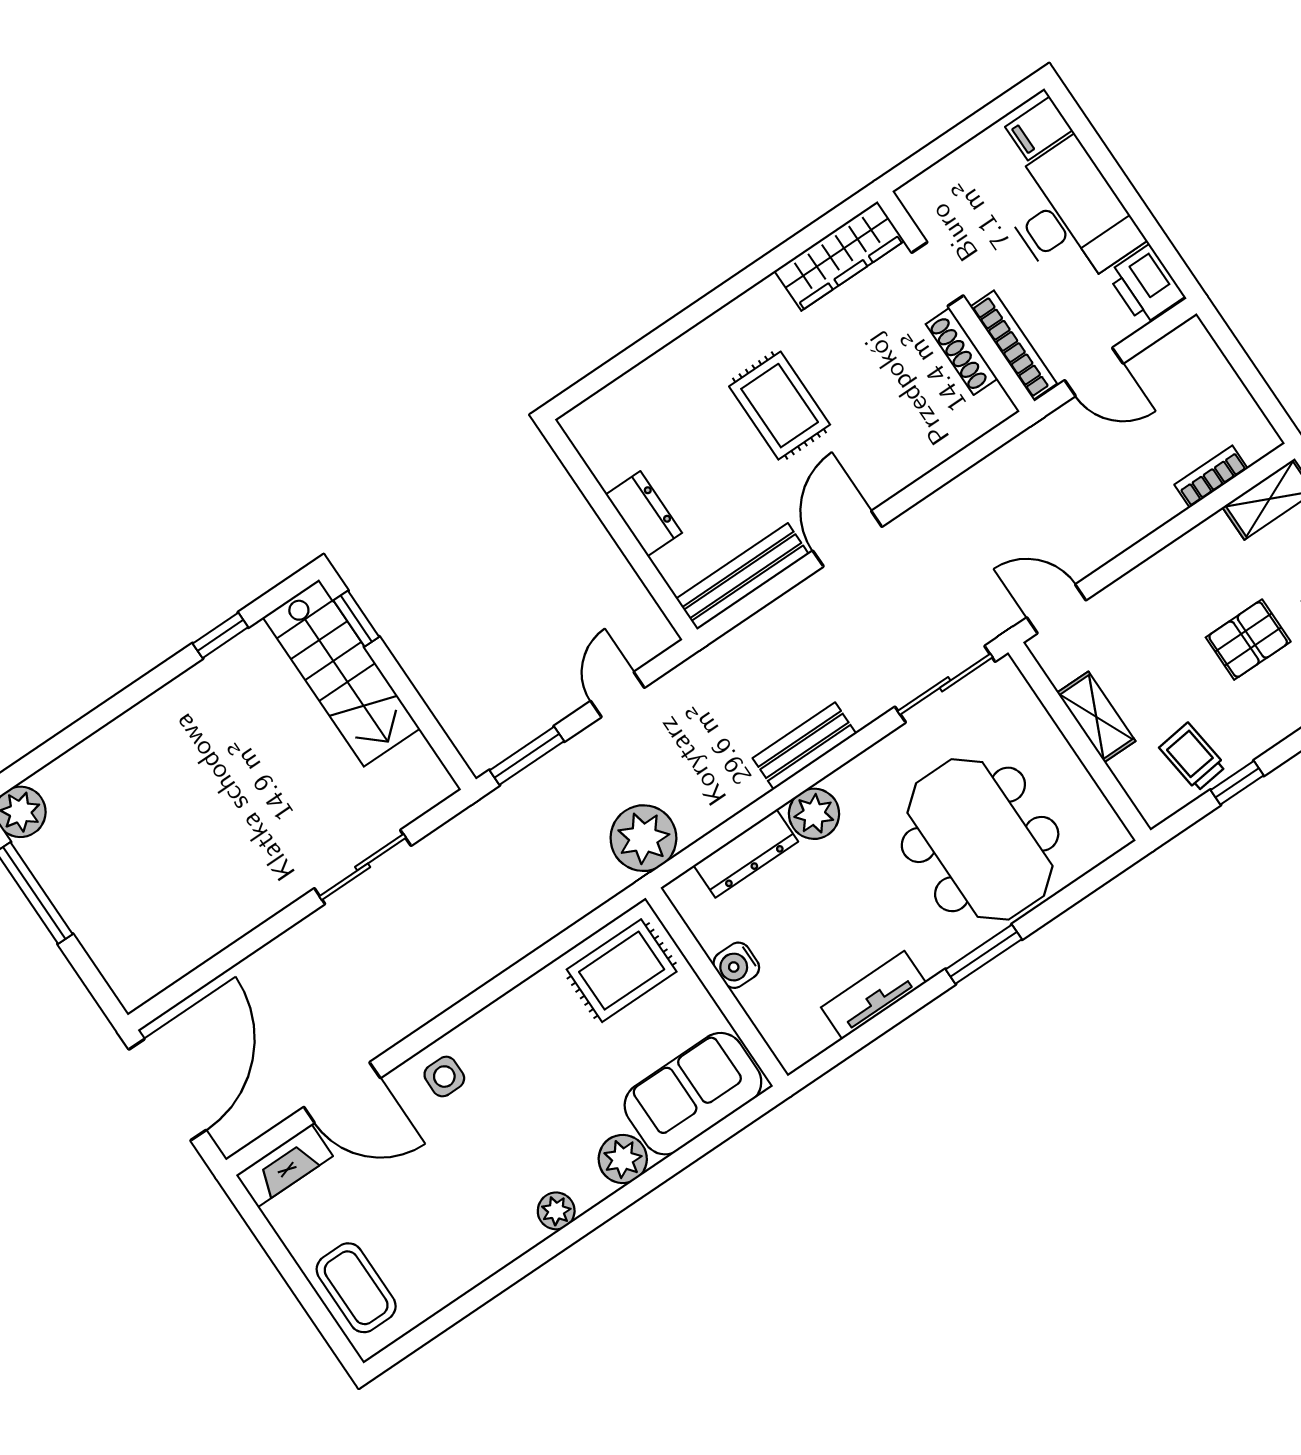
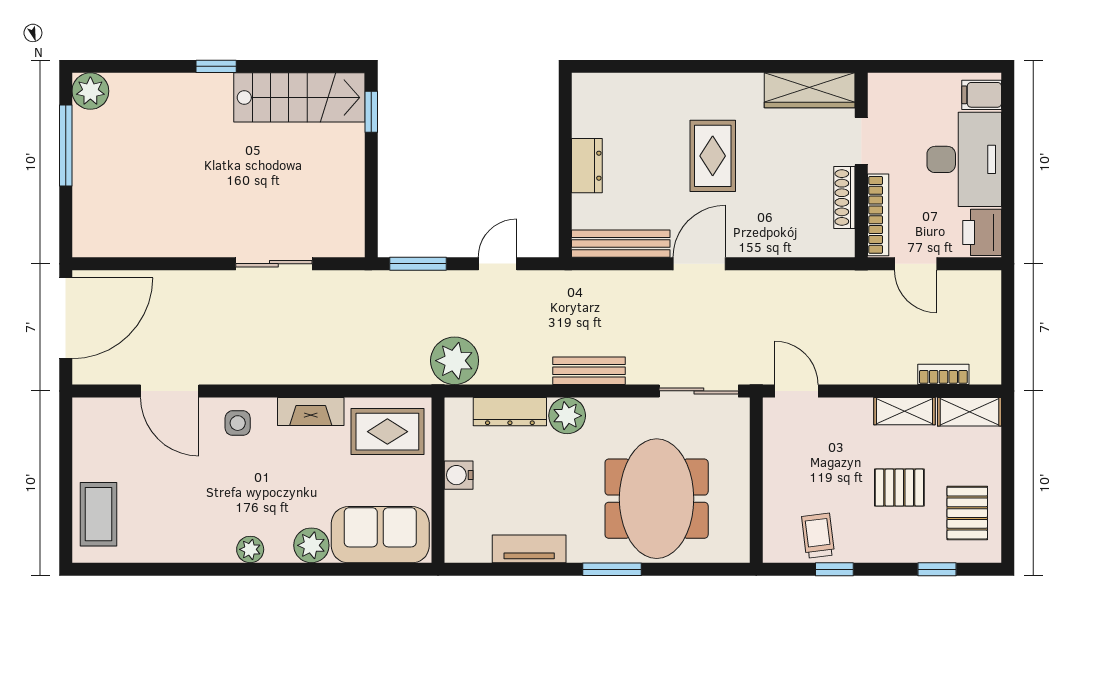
window: (220, 635) -> (216, 66), moved
stairs: (341, 673) -> (299, 97), moved, turned -90
shelving: (1096, 717) -> (905, 411), moved, turned 90
fireplace: (284, 1166) -> (311, 412), moved

